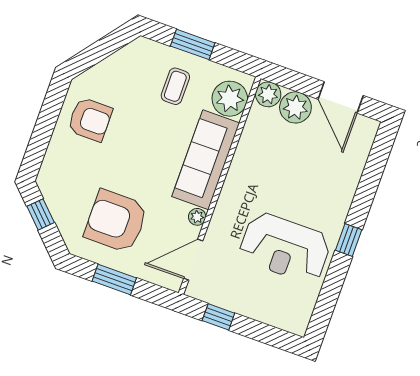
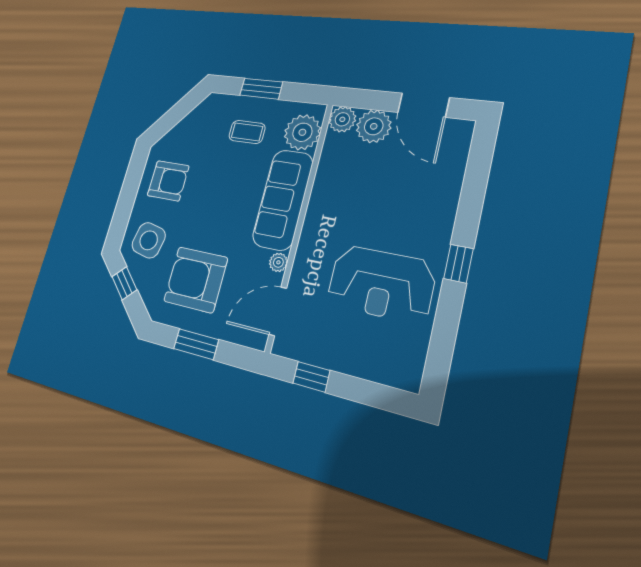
coffee table: (175, 86) -> (247, 132), turned 90
side table: (68, 176) -> (149, 240), added

